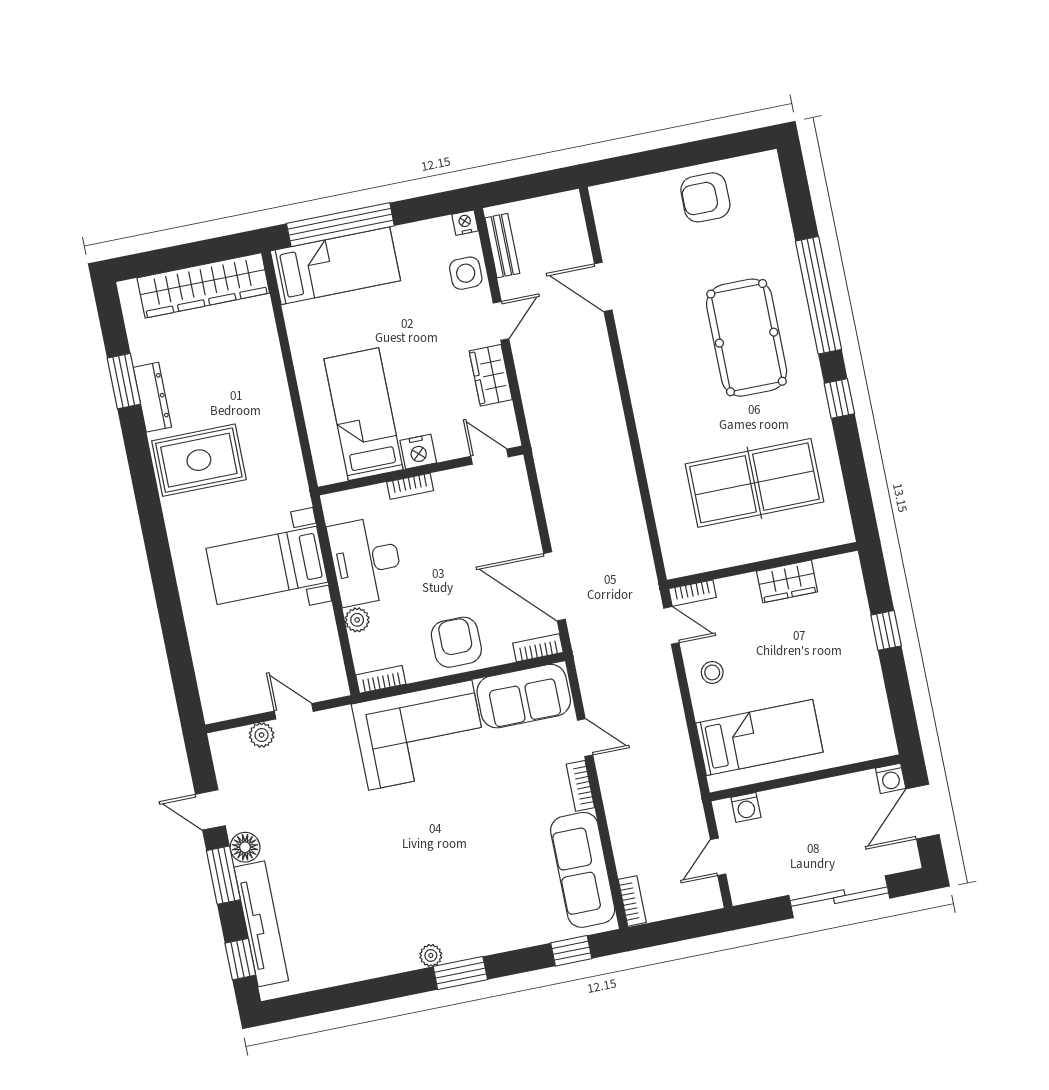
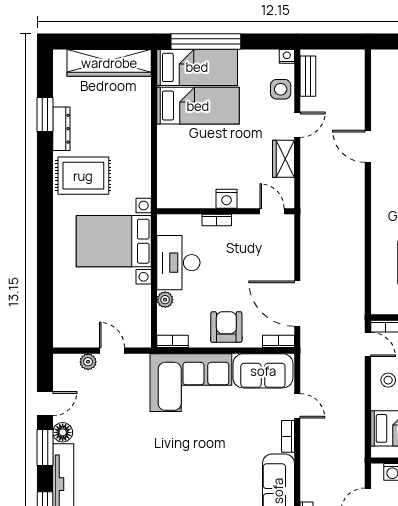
door: (603, 287) -> (368, 146), moved
bed: (364, 414) -> (198, 106), moved, turned 90
bed with nightstands: (267, 565) -> (114, 241), width x1.36
door: (210, 810) -> (45, 404), swing flipped

